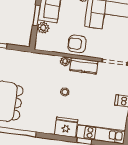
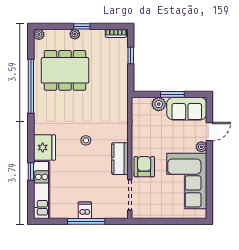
armchair: (77, 44) -> (144, 167), moved
plant: (65, 61) -> (122, 136), removed

